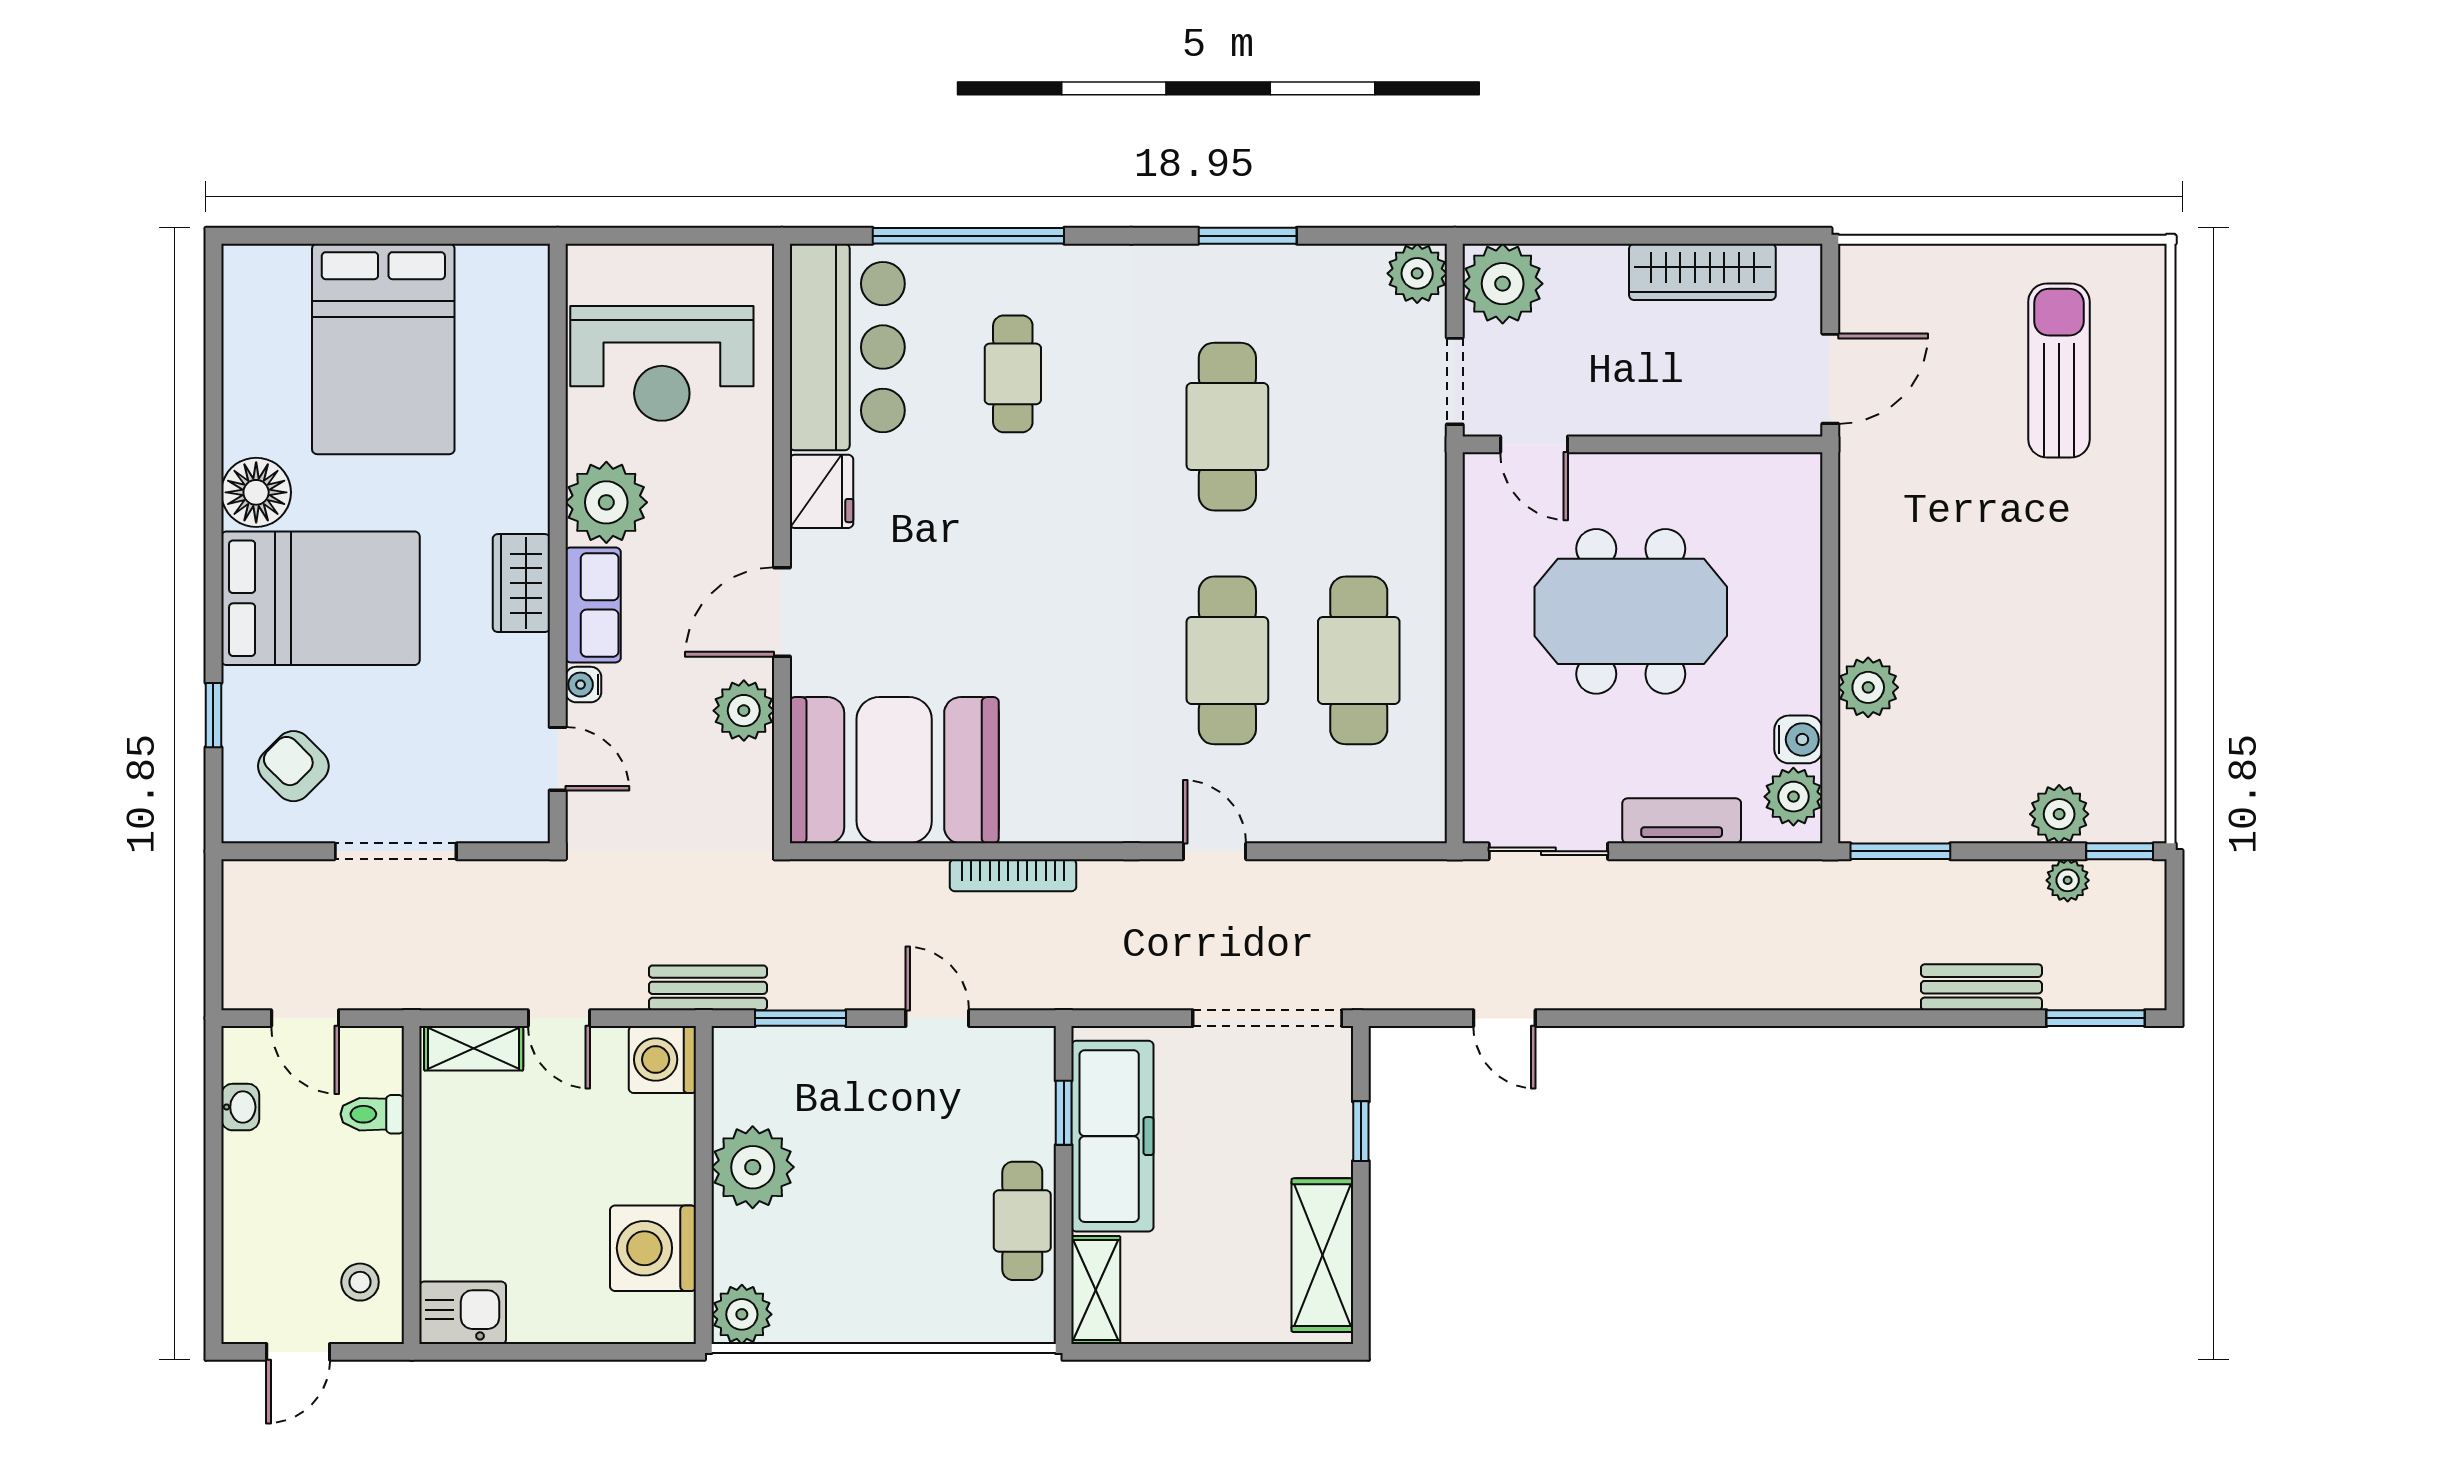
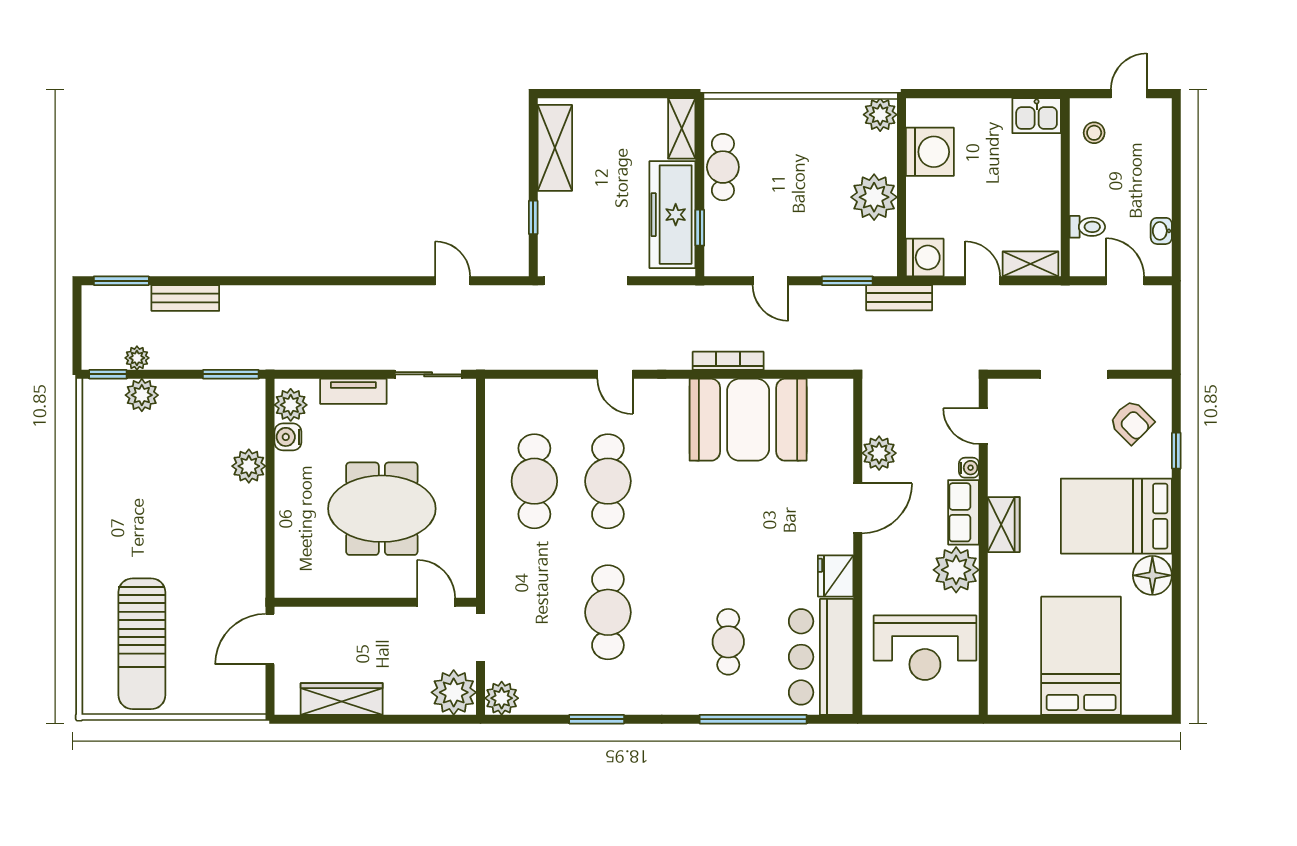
reception desk: (662, 363) -> (925, 648), turned 180
sun lounger: (2059, 370) -> (142, 644), width x1.36, depth x1.34
booth: (894, 770) -> (748, 420), moved

